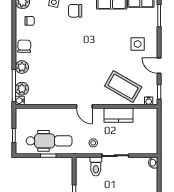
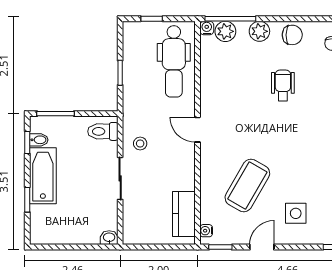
wheelchair: (56, 52) -> (283, 85), added
coffee table: (123, 87) -> (247, 185), moved
door: (84, 106) -> (198, 130), hinge flipped
kitchen counter: (118, 115) -> (184, 214), moved
dental chair: (49, 141) -> (174, 61), moved
toilet: (96, 167) -> (103, 131), moved

